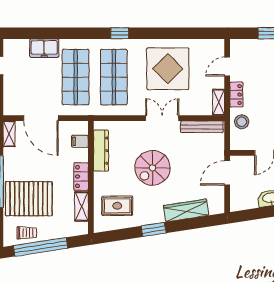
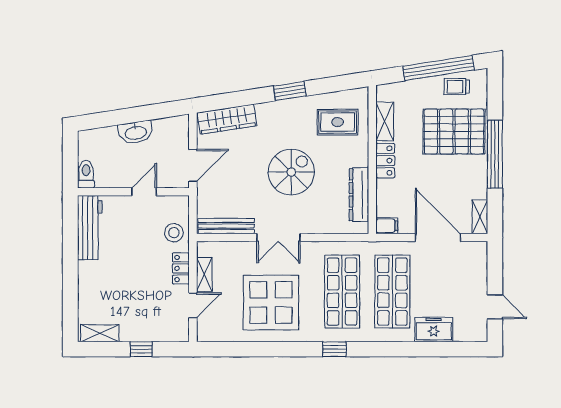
shelving: (219, 102) -> (204, 274), moved
filing cabinet: (80, 141) -> (387, 226), moved
wardrobe: (186, 210) -> (227, 119), moved

